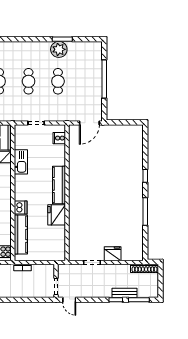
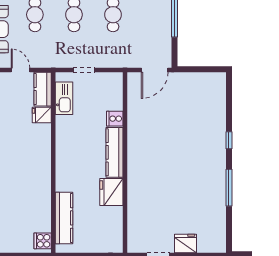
cooker: (59, 138) -> (115, 119), moved
kitchen sink: (21, 162) -> (64, 98), moved
dishwasher: (21, 207) -> (64, 182), removed

